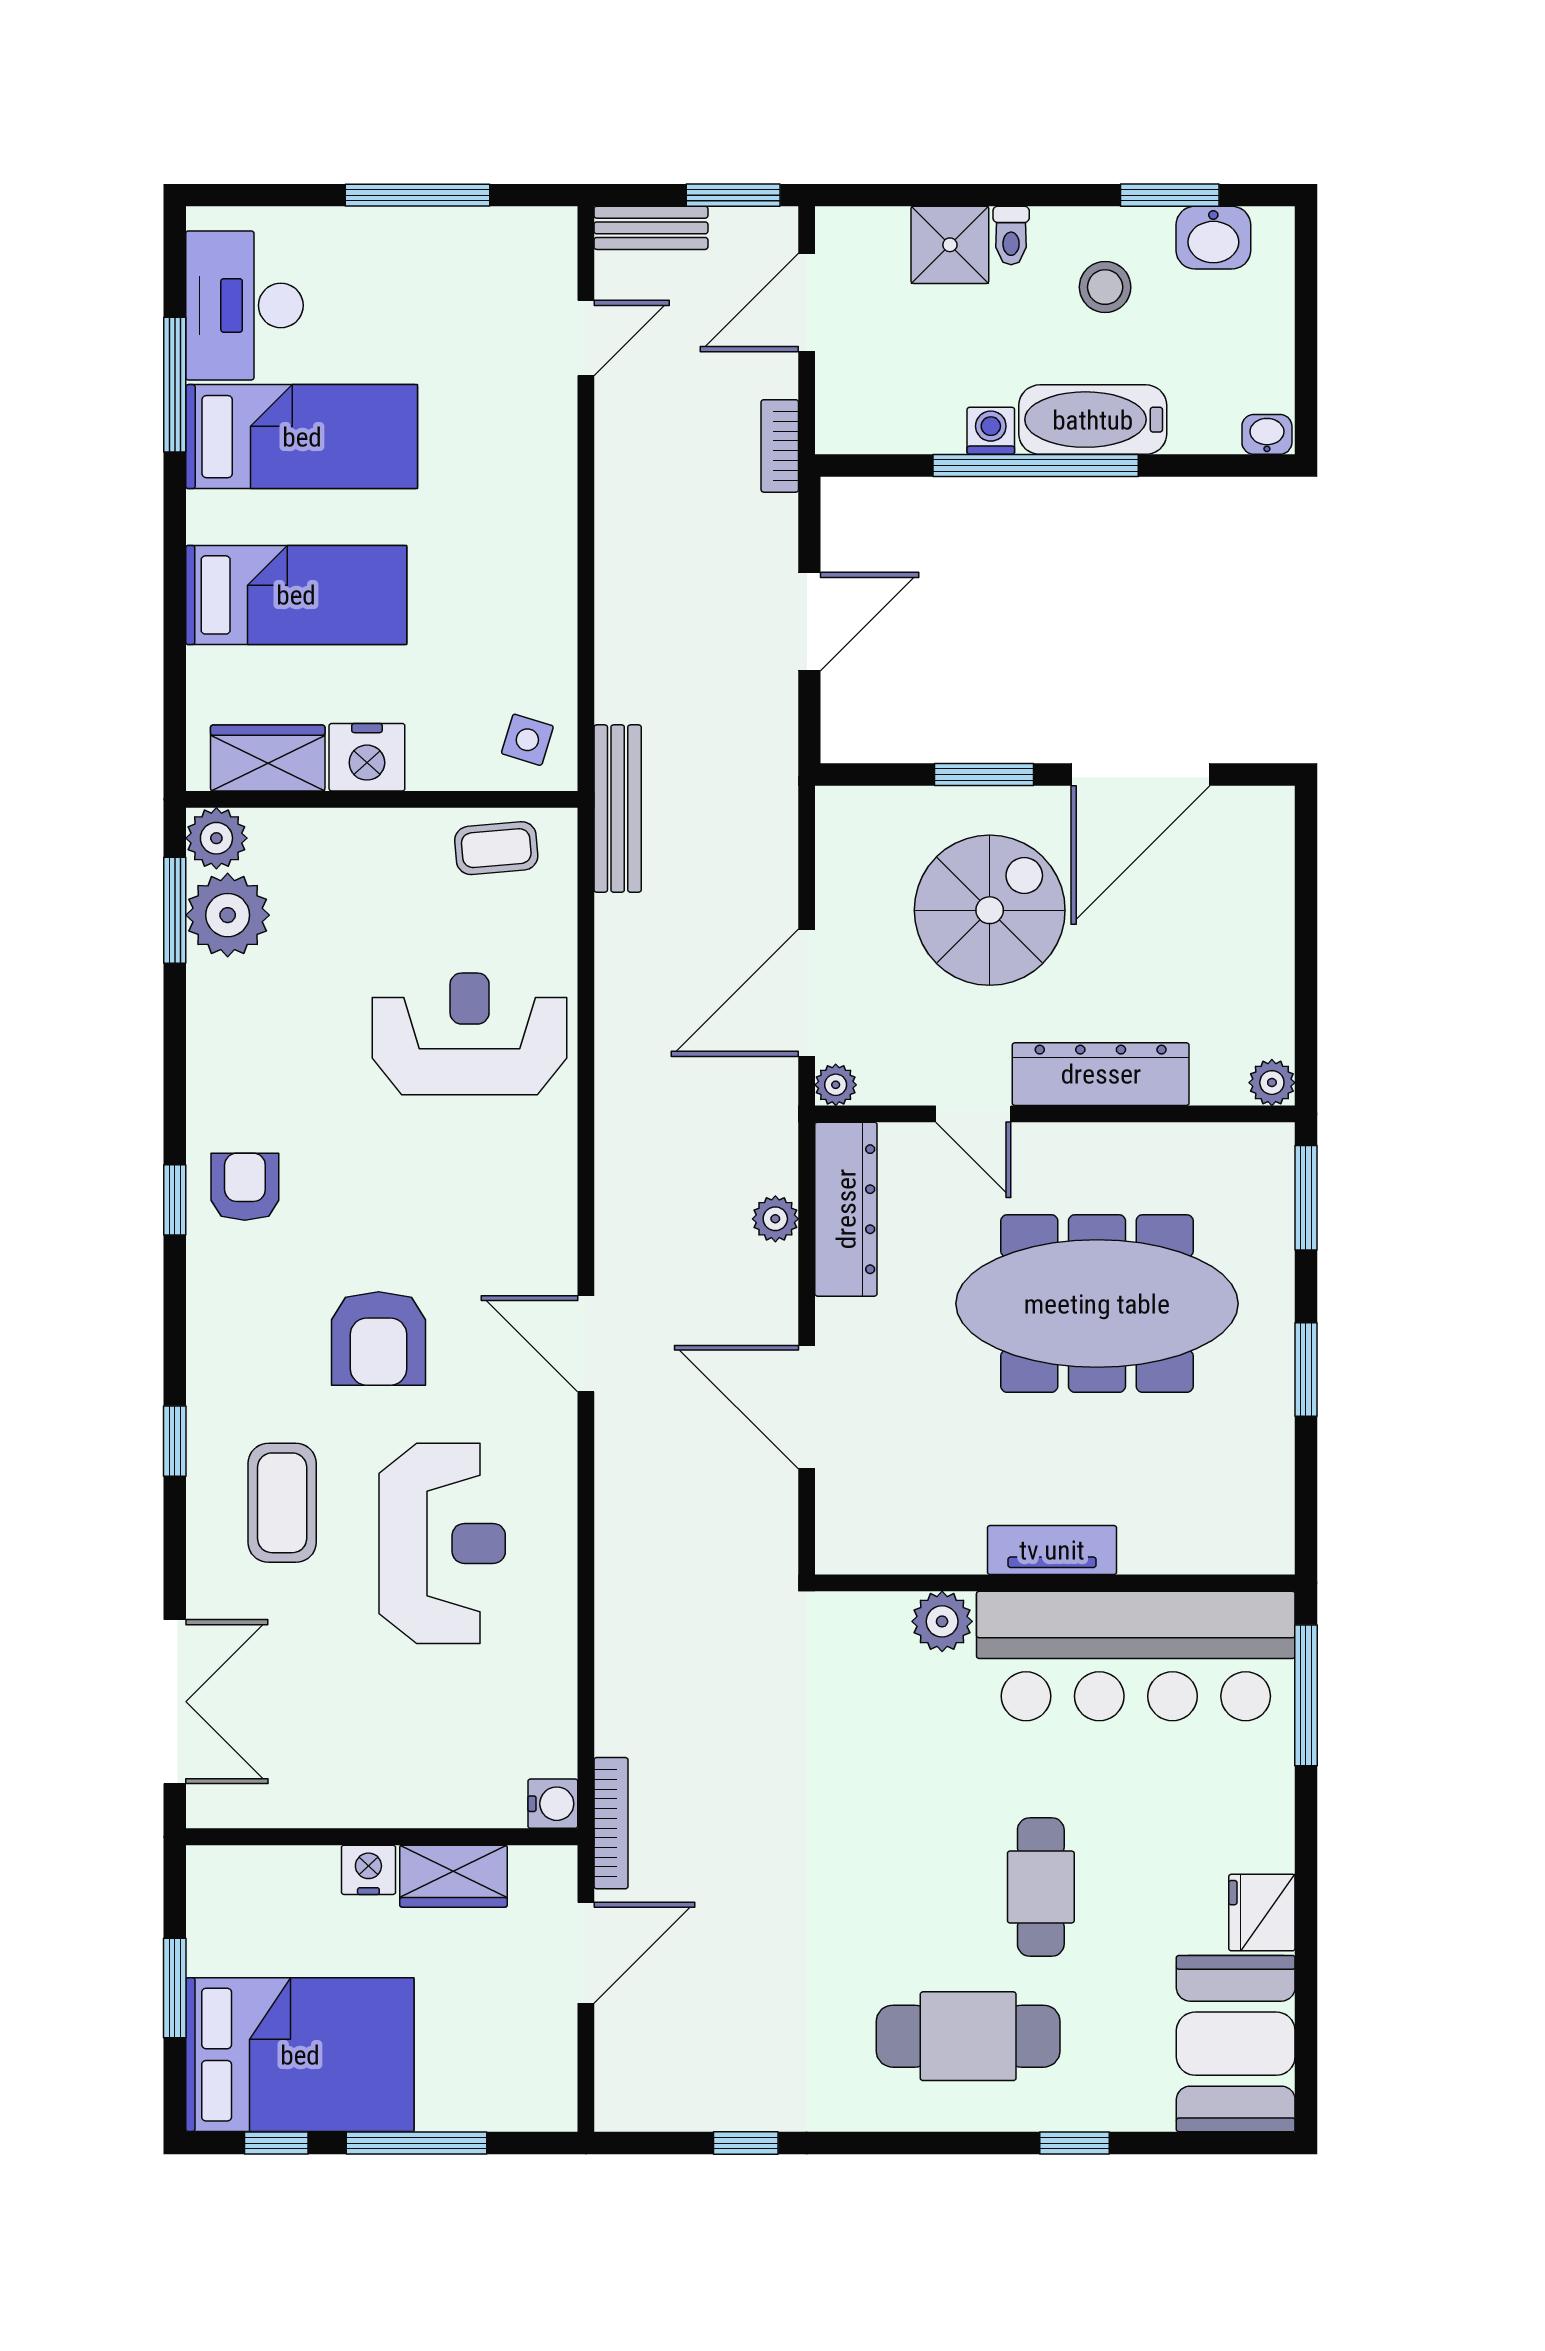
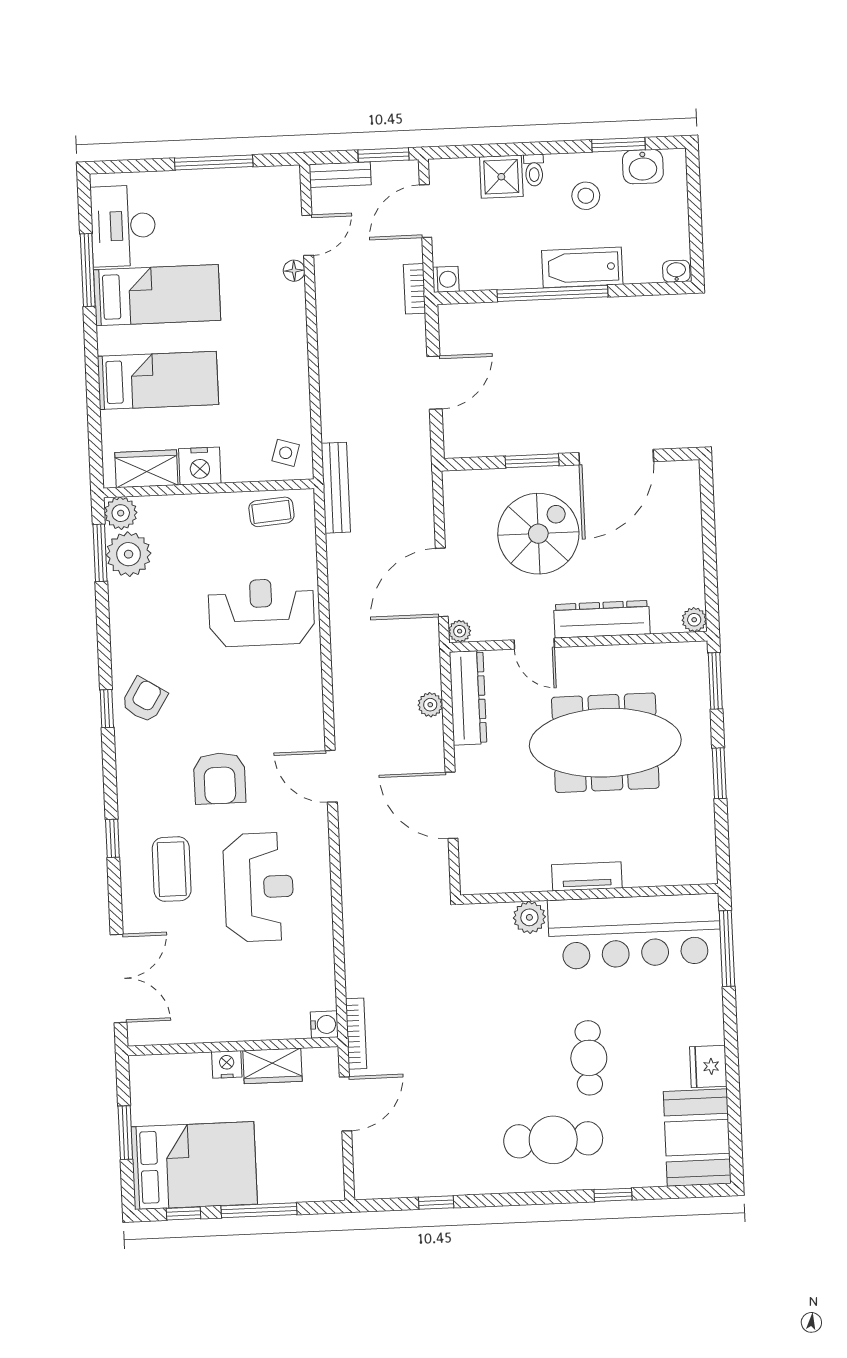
floor lamp: (558, 402) -> (294, 271), added
washing machine: (991, 431) -> (446, 279), moved, turned 90
armchair: (245, 1187) -> (144, 700), turned 32

